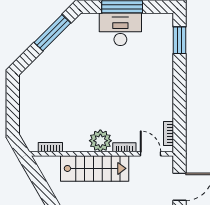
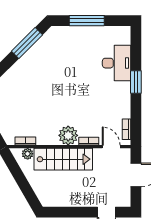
desk: (120, 29) -> (117, 63), moved, turned 90
window: (179, 40) -> (136, 82), moved
plant: (53, 162) -> (28, 154), added

